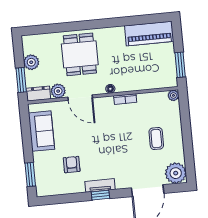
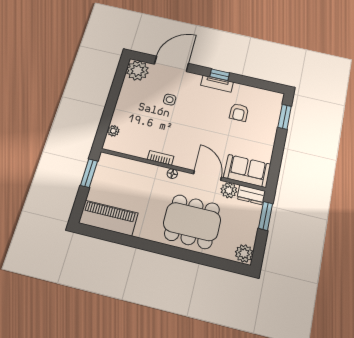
dining table: (80, 54) -> (192, 222), width x1.37
plant: (31, 62) -> (244, 253), moved
plant: (173, 95) -> (113, 131), moved
sofa: (41, 131) -> (247, 171), moved, turned 90
coffee table: (156, 139) -> (144, 109), removed
side table: (137, 155) -> (170, 100), added

